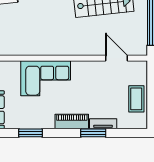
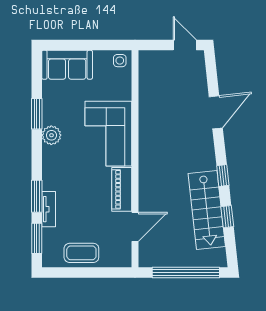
piano: (72, 121) -> (122, 189), moved, turned 180
plant: (47, 122) -> (51, 135), added
window: (125, 133) -> (37, 238), added

